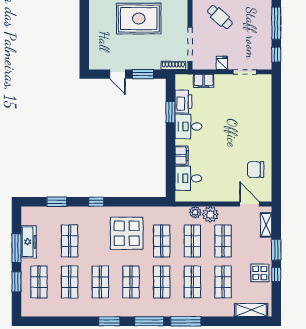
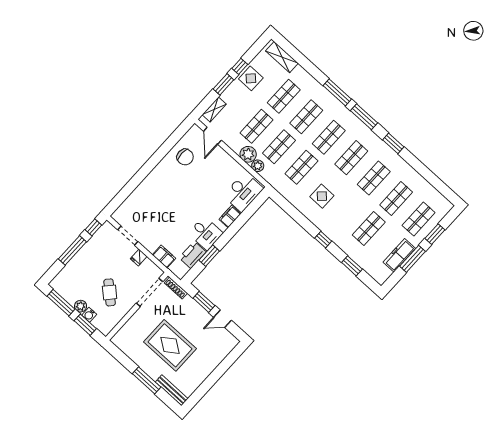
door: (118, 74) -> (223, 319), swing flipped
desk: (188, 178) -> (243, 192), width x1.37
display table: (127, 233) -> (322, 196), width x0.54, depth x0.54

